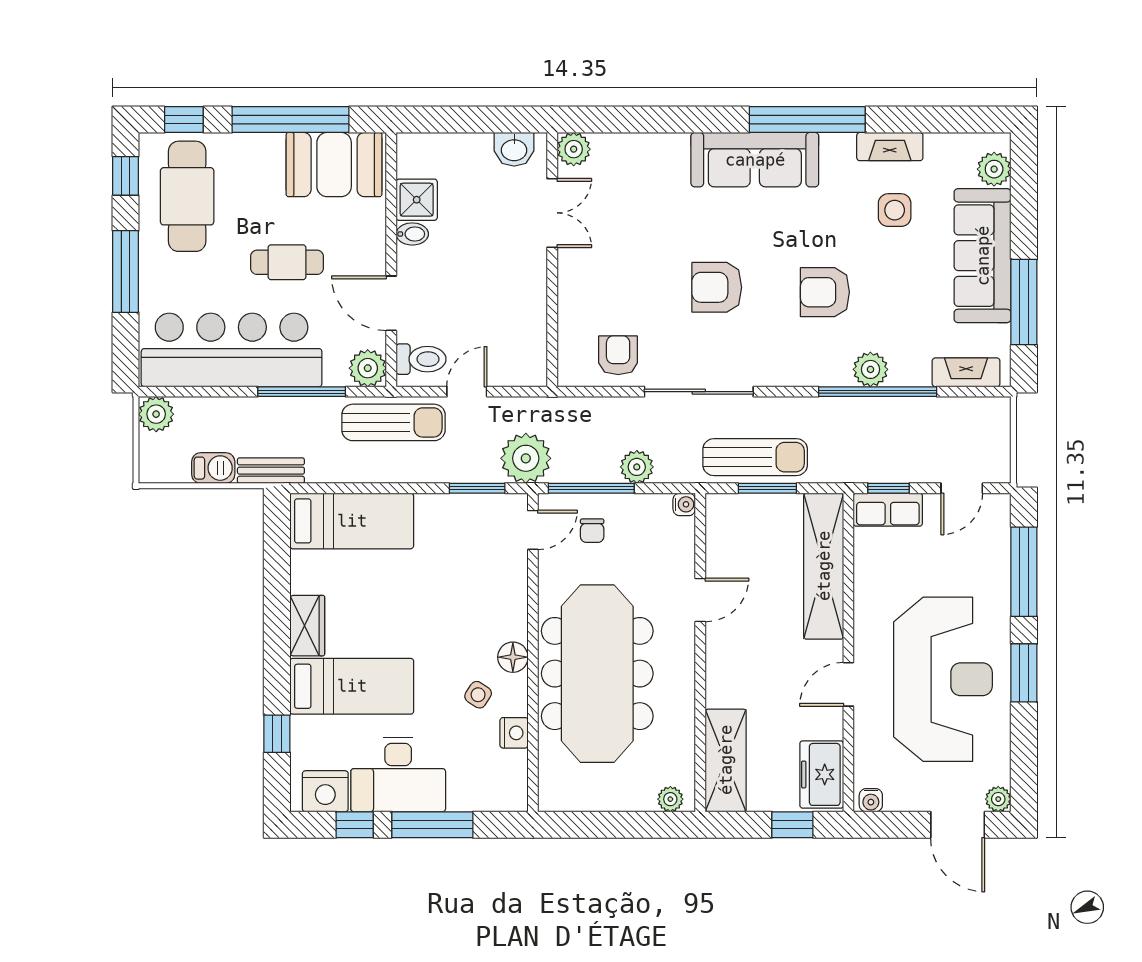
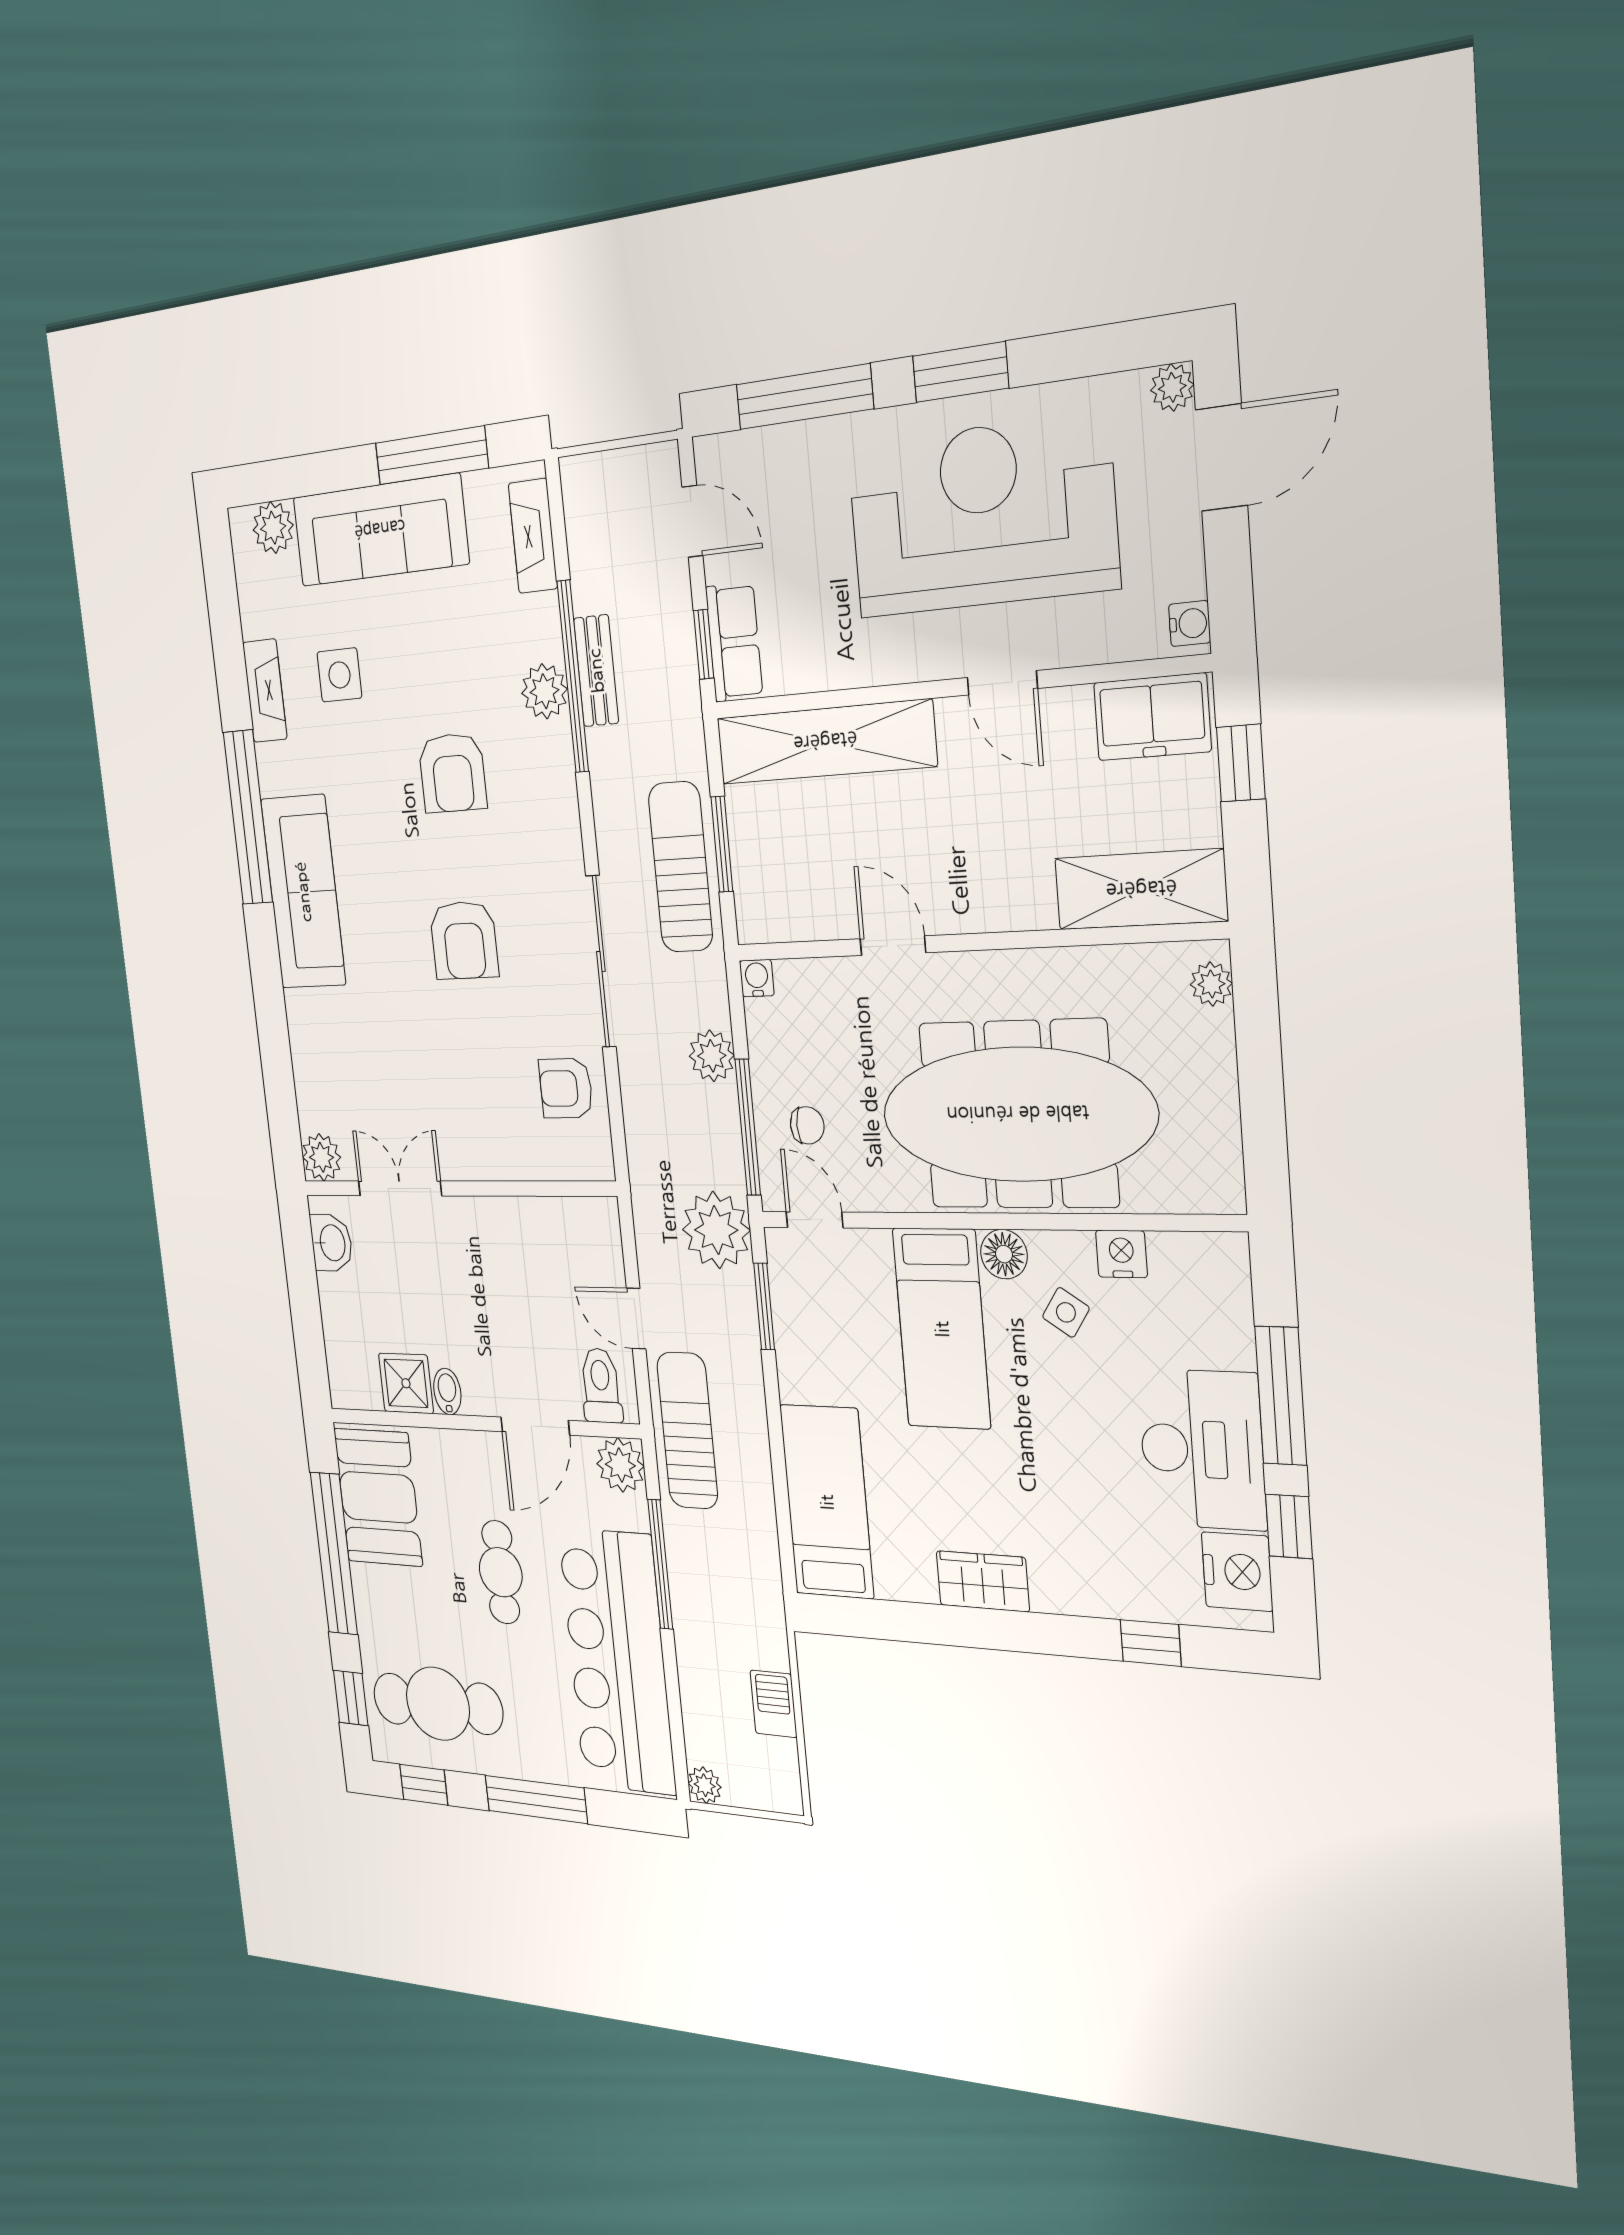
plant: (156, 414) -> (705, 1785), width x0.73, depth x0.73
bench: (271, 471) -> (596, 671), moved
bed: (352, 686) -> (942, 1329), moved, turned 180

